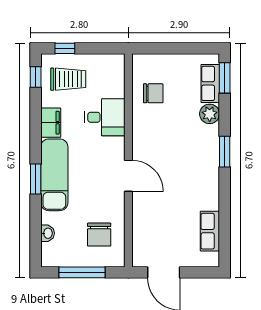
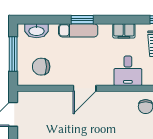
exam couch: (54, 175) -> (78, 30), width x0.73, depth x0.69
washbasin: (48, 233) -> (37, 31), width x1.91, depth x1.45

